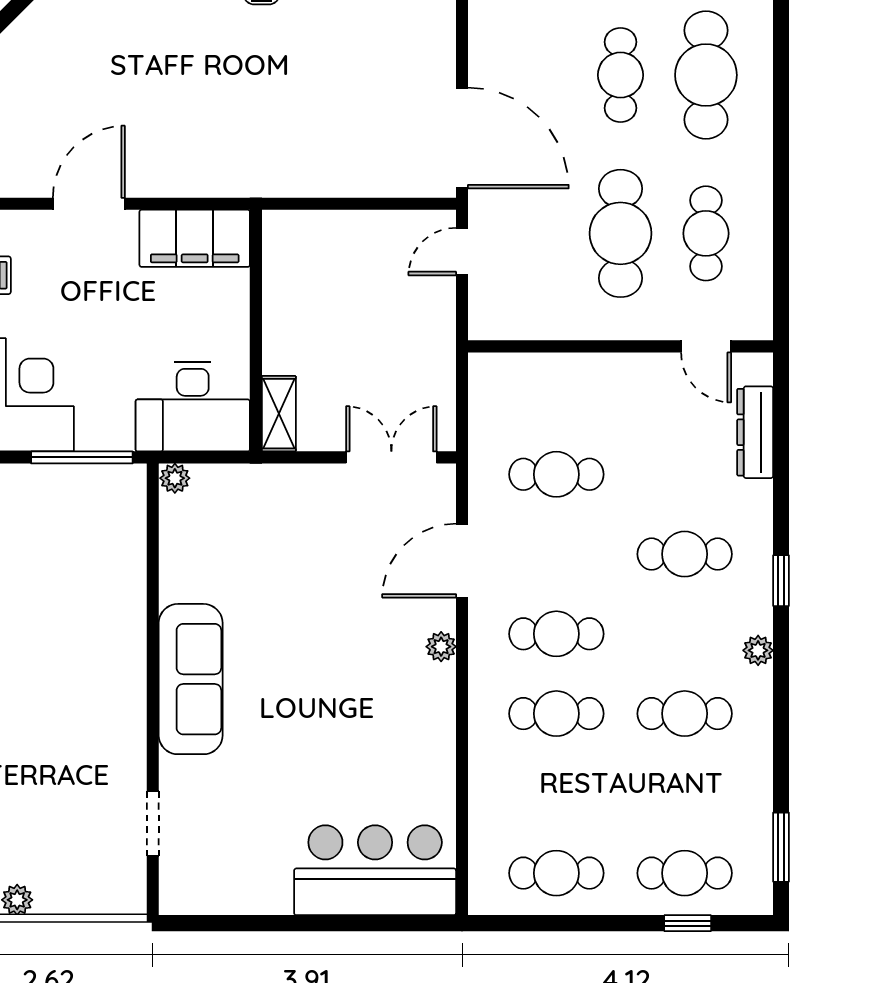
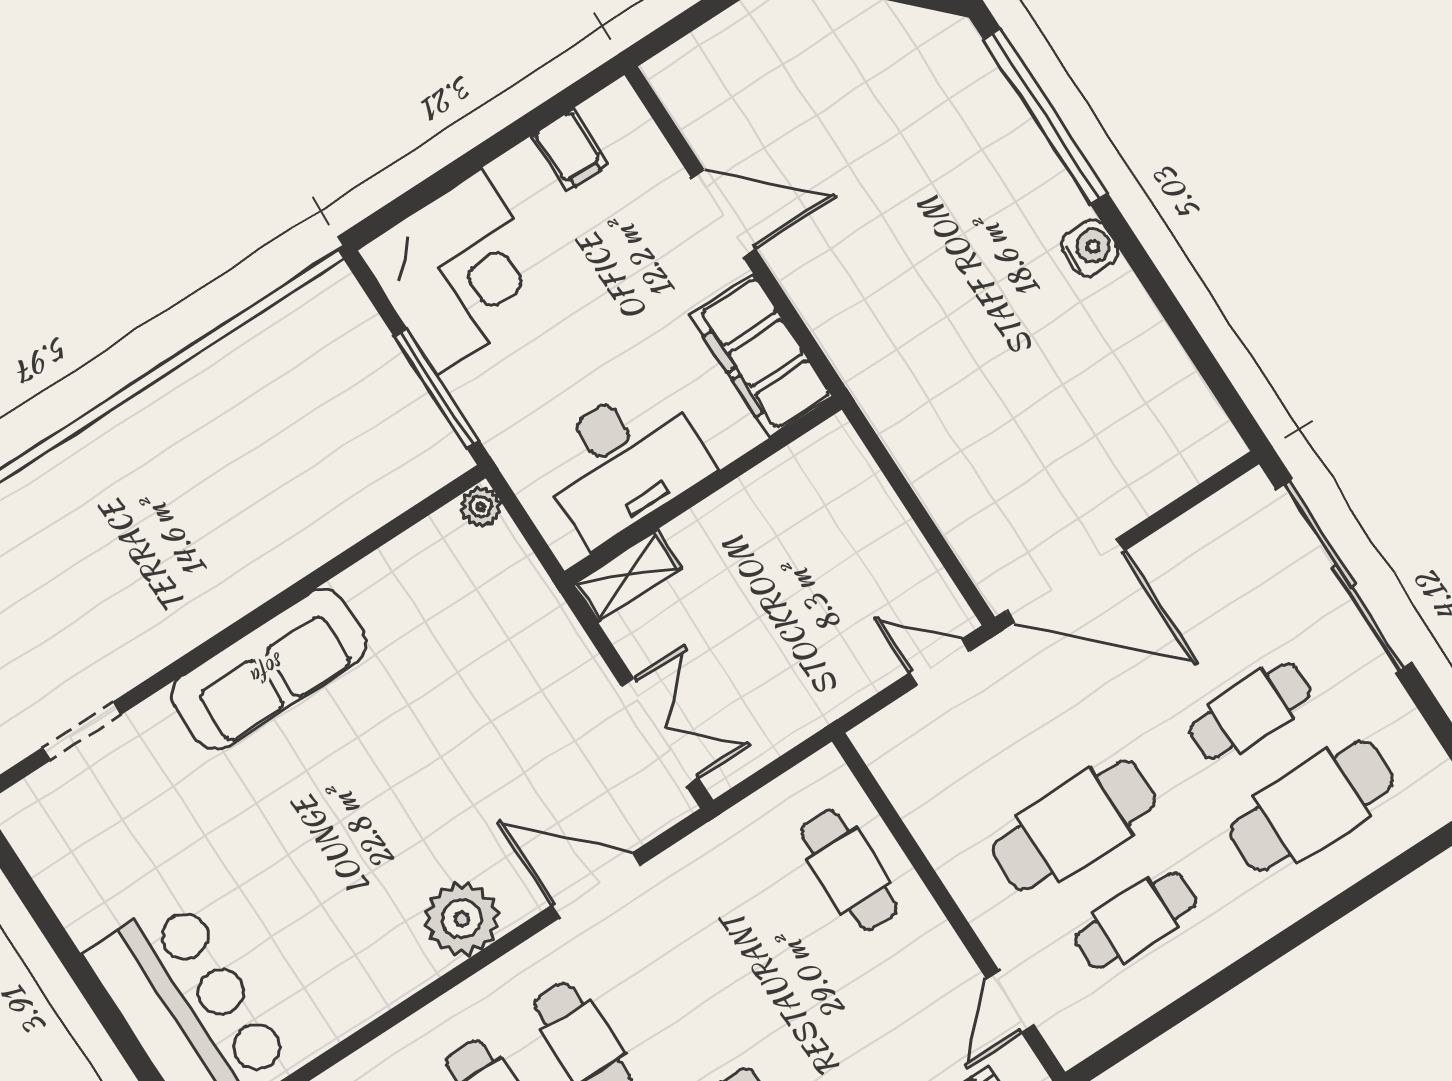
door: (462, 138) -> (1066, 580), hinge flipped
desk: (193, 407) -> (623, 462), moved, turned -90
cafe table: (556, 474) -> (849, 870), moved
plant: (441, 647) -> (462, 919), width x1.88, depth x1.88

